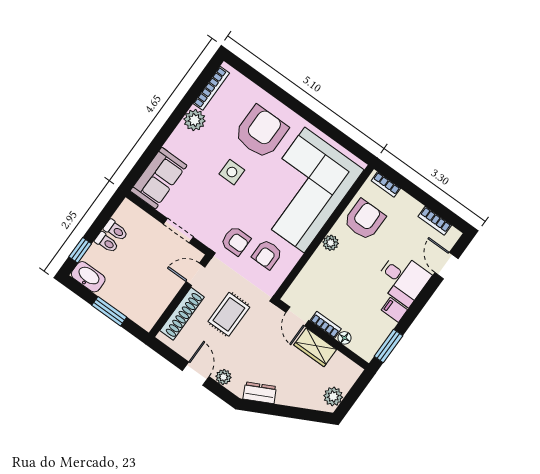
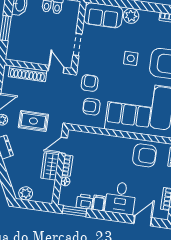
plant: (195, 120) -> (131, 16), moved
armchair: (236, 241) -> (90, 83), turned 180
plant: (331, 243) -> (119, 142), removed
rug: (229, 314) -> (33, 121), moved
printer: (383, 327) -> (85, 201), added

